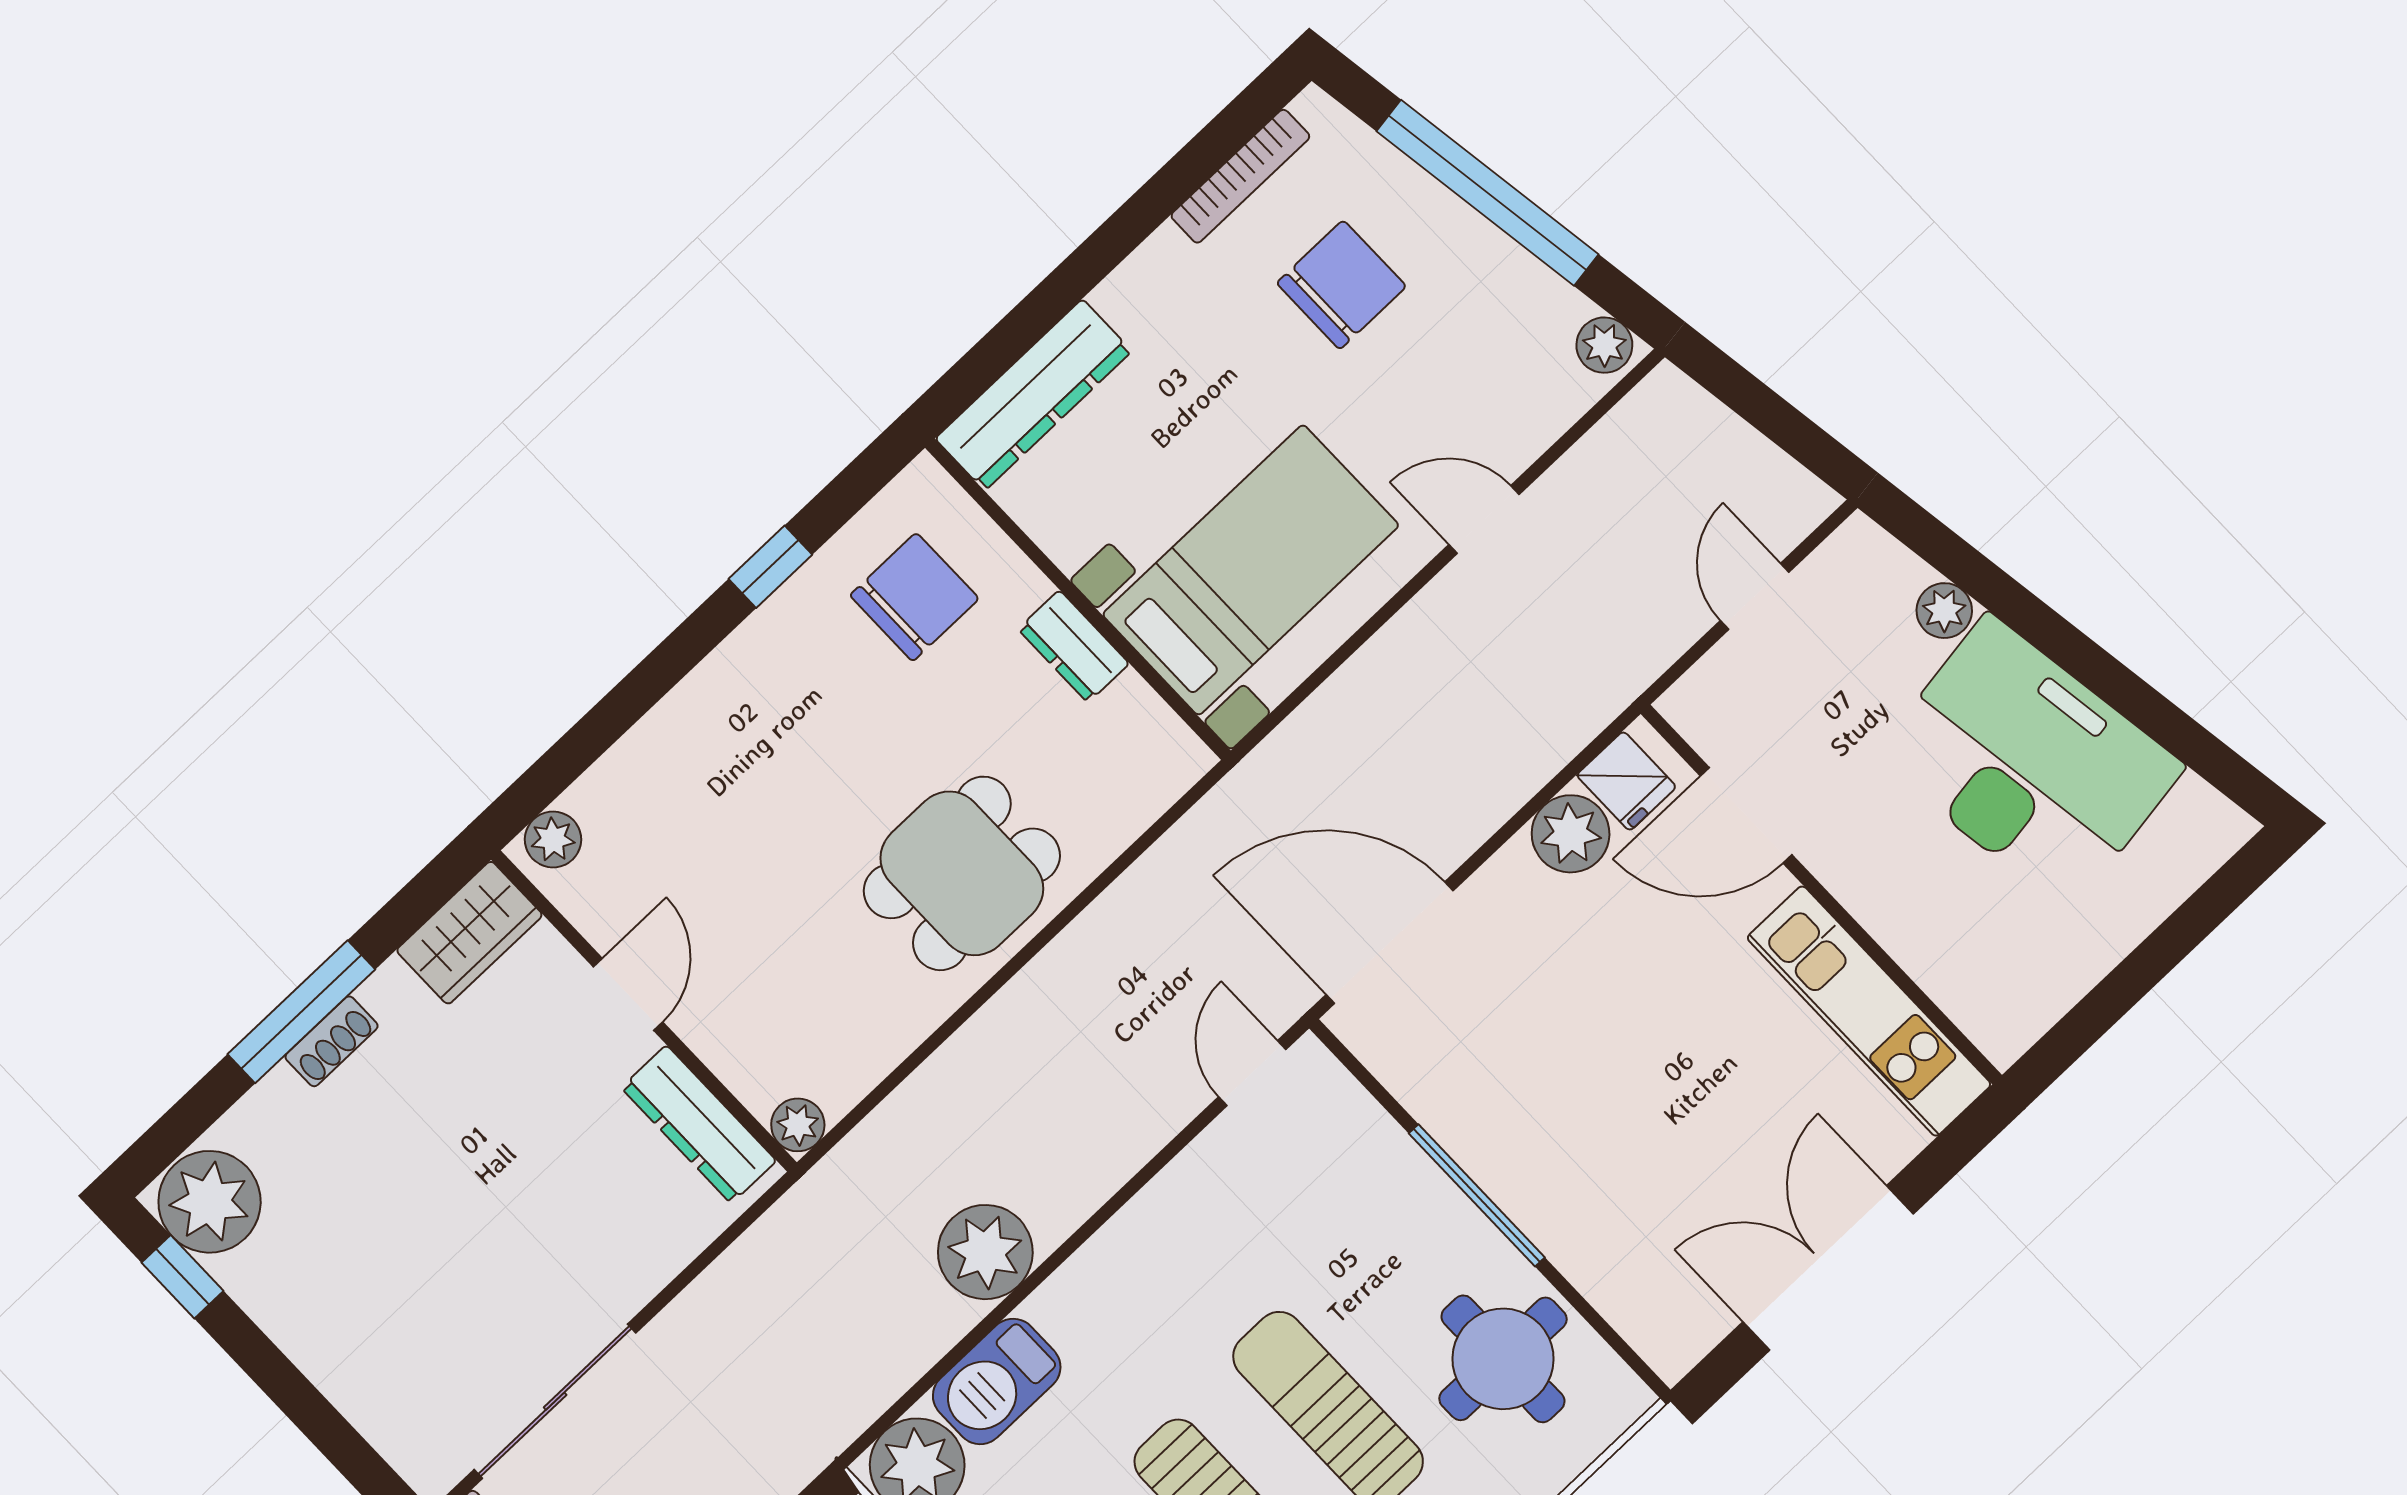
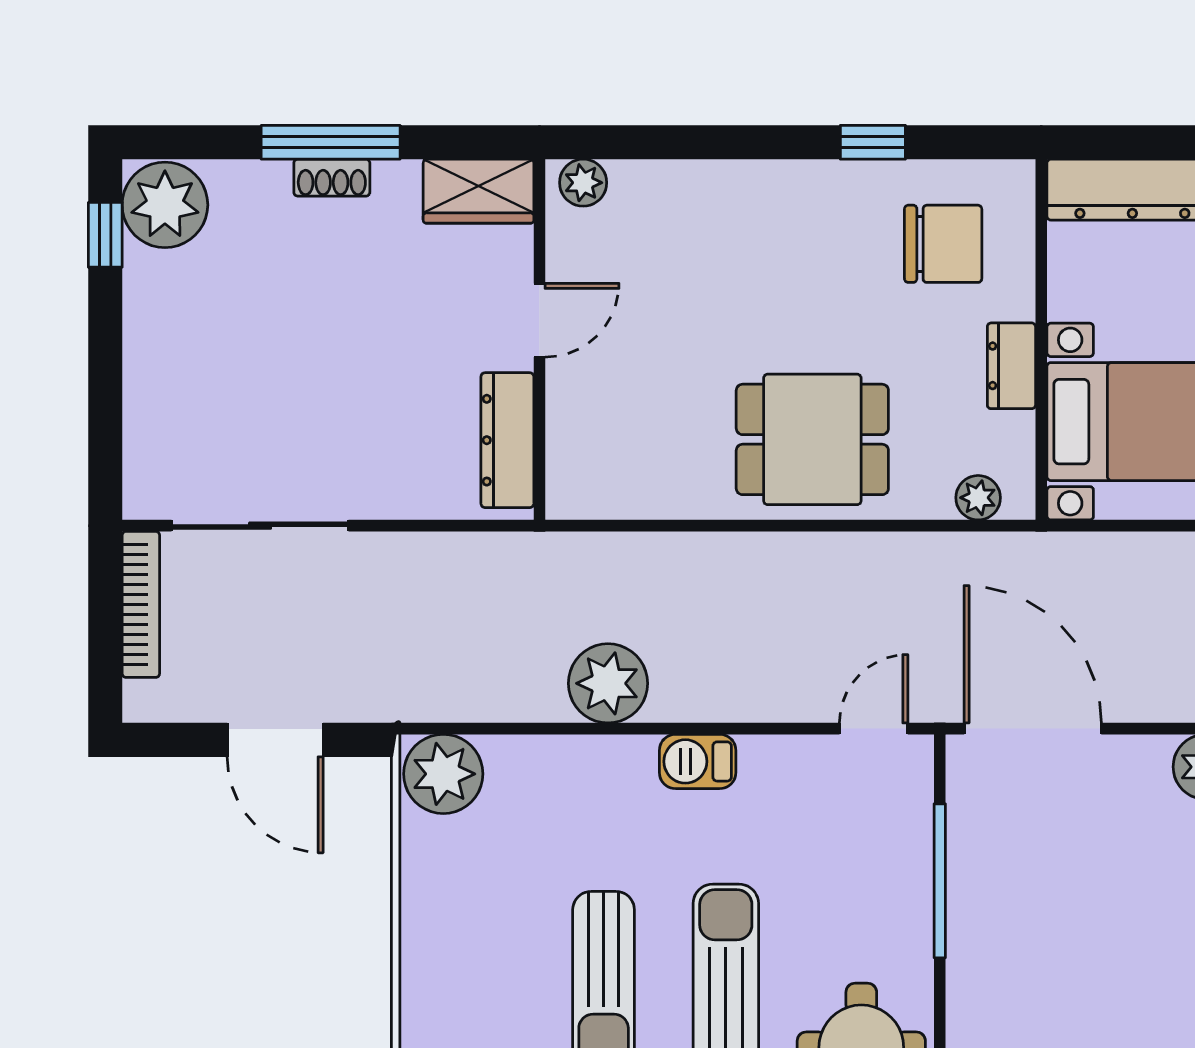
plant: (798, 1125) -> (978, 498), moved
window: (1477, 1195) -> (940, 881), moved
barbecue: (997, 1381) -> (698, 761), moved, width x0.73, depth x0.79

